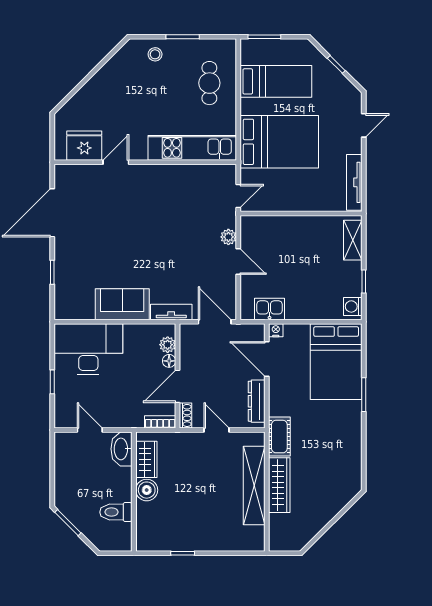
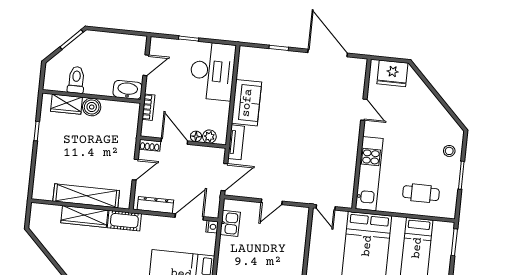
fridge: (84, 146) -> (392, 73), moved, turned 90
plant: (228, 237) -> (293, 196), removed
bookcase: (160, 422) -> (148, 107), moved
wardrobe: (146, 459) -> (66, 104), moved

